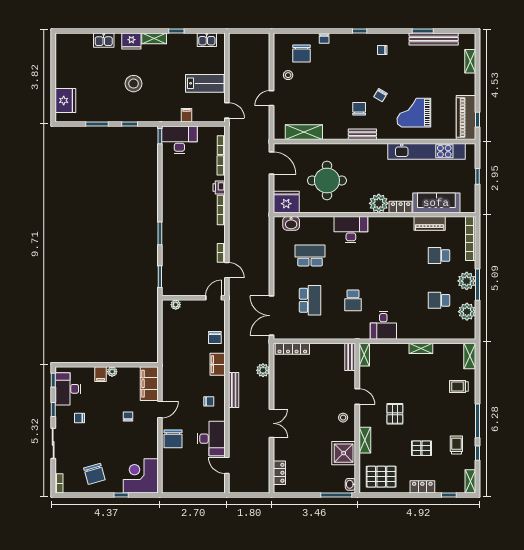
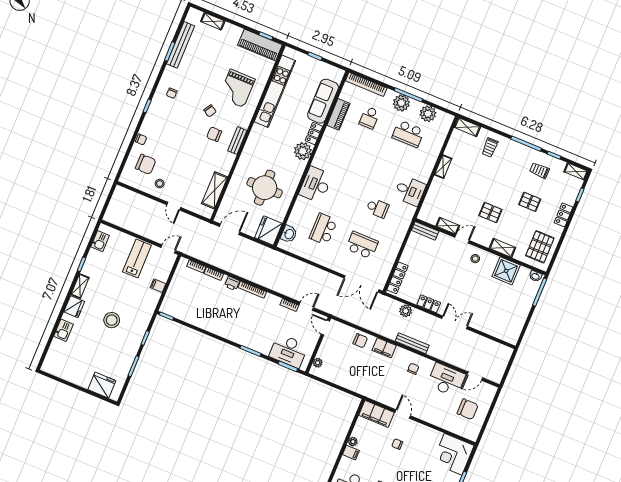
desk: (179, 140) -> (289, 351), moved, turned -90
school desk: (439, 300) -> (408, 134), width x1.85
shelving: (364, 355) -> (448, 226), moved
chair: (173, 439) -> (468, 409), moved
pallet: (421, 448) -> (530, 202), turned 90
locker: (279, 473) -> (429, 304), moved

